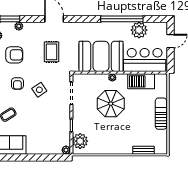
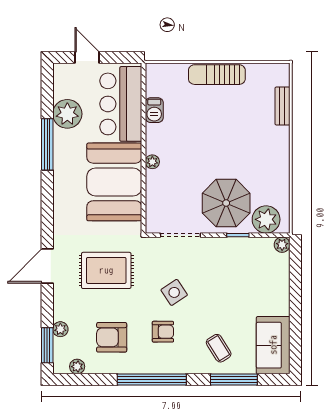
window: (122, 19) -> (47, 144), width x0.68
rug: (52, 52) -> (106, 270), width x1.36, depth x1.43
armchair: (14, 55) -> (112, 337), turned -90
barbecue: (141, 81) -> (154, 110), width x0.53, depth x0.65
parasol: (111, 104) -> (226, 203), moved

